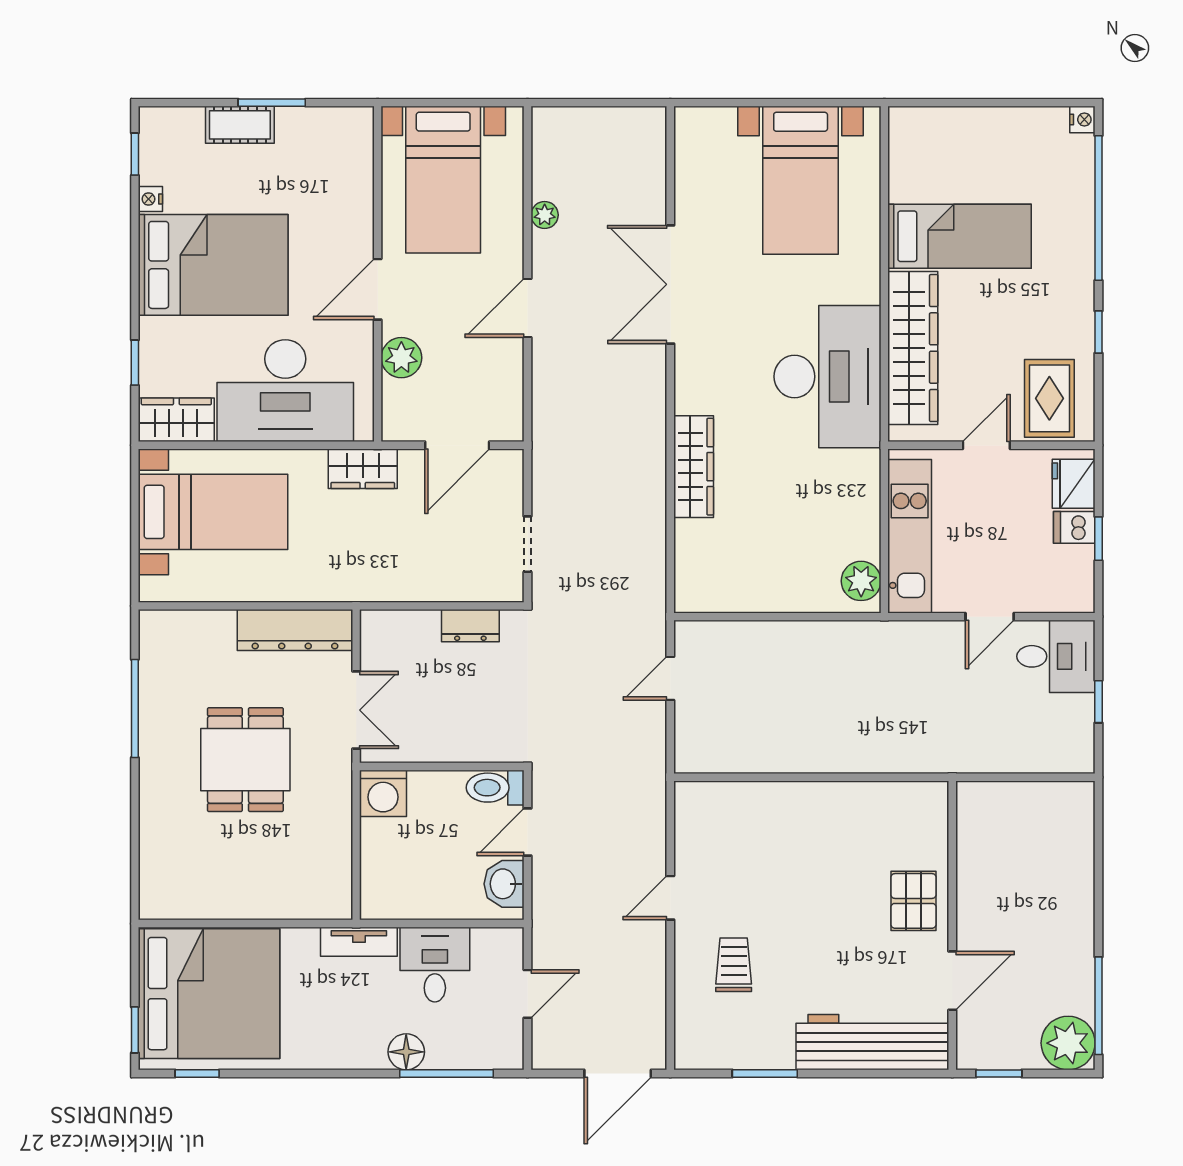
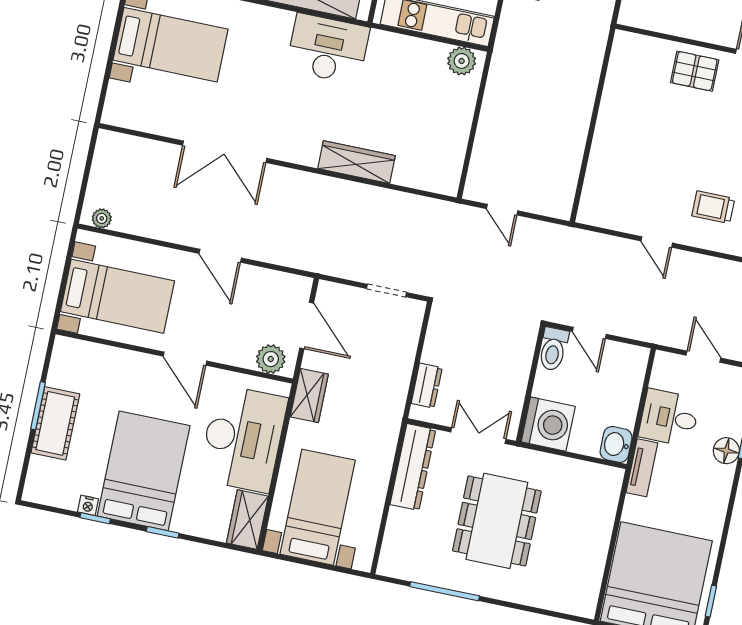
cot: (240, 125) -> (55, 423), width x1.37, depth x1.34
window: (135, 154) -> (95, 518), moved
plant: (545, 215) -> (102, 218), moved
plant: (401, 358) -> (271, 359), moved
window: (135, 363) -> (163, 532), moved
desk: (828, 377) -> (328, 49), width x0.73, depth x0.77
dresser: (470, 626) -> (427, 386), moved
dining table: (245, 760) -> (497, 521), width x1.38
washing machine: (383, 793) -> (548, 424), width x1.37, depth x1.37
washbasin: (504, 884) -> (616, 444), moved, turned 90

